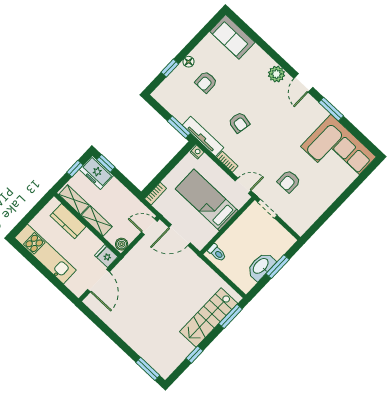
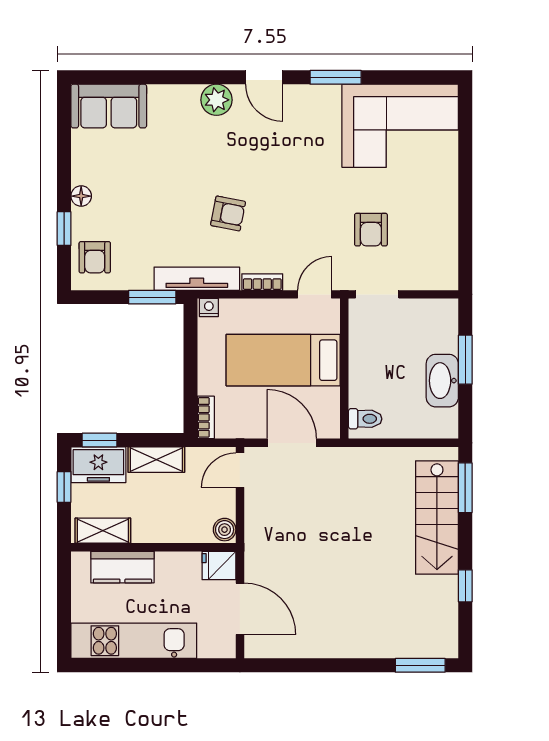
armchair: (206, 82) -> (95, 257), moved
shelving: (97, 221) -> (156, 460), moved
door: (180, 235) -> (292, 443), swing flipped

